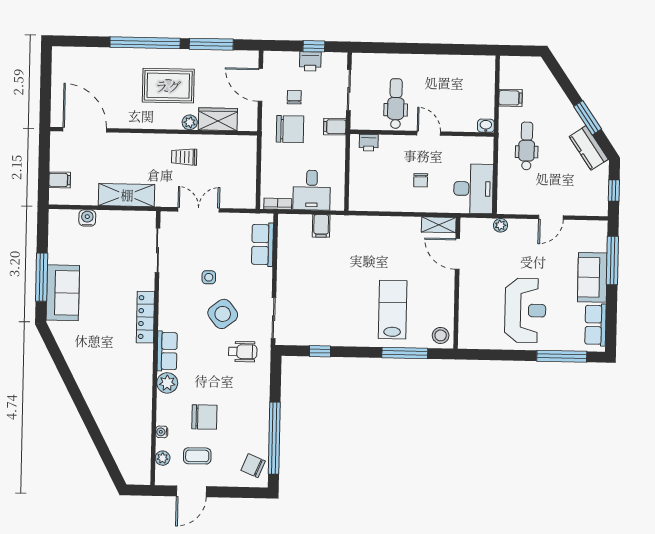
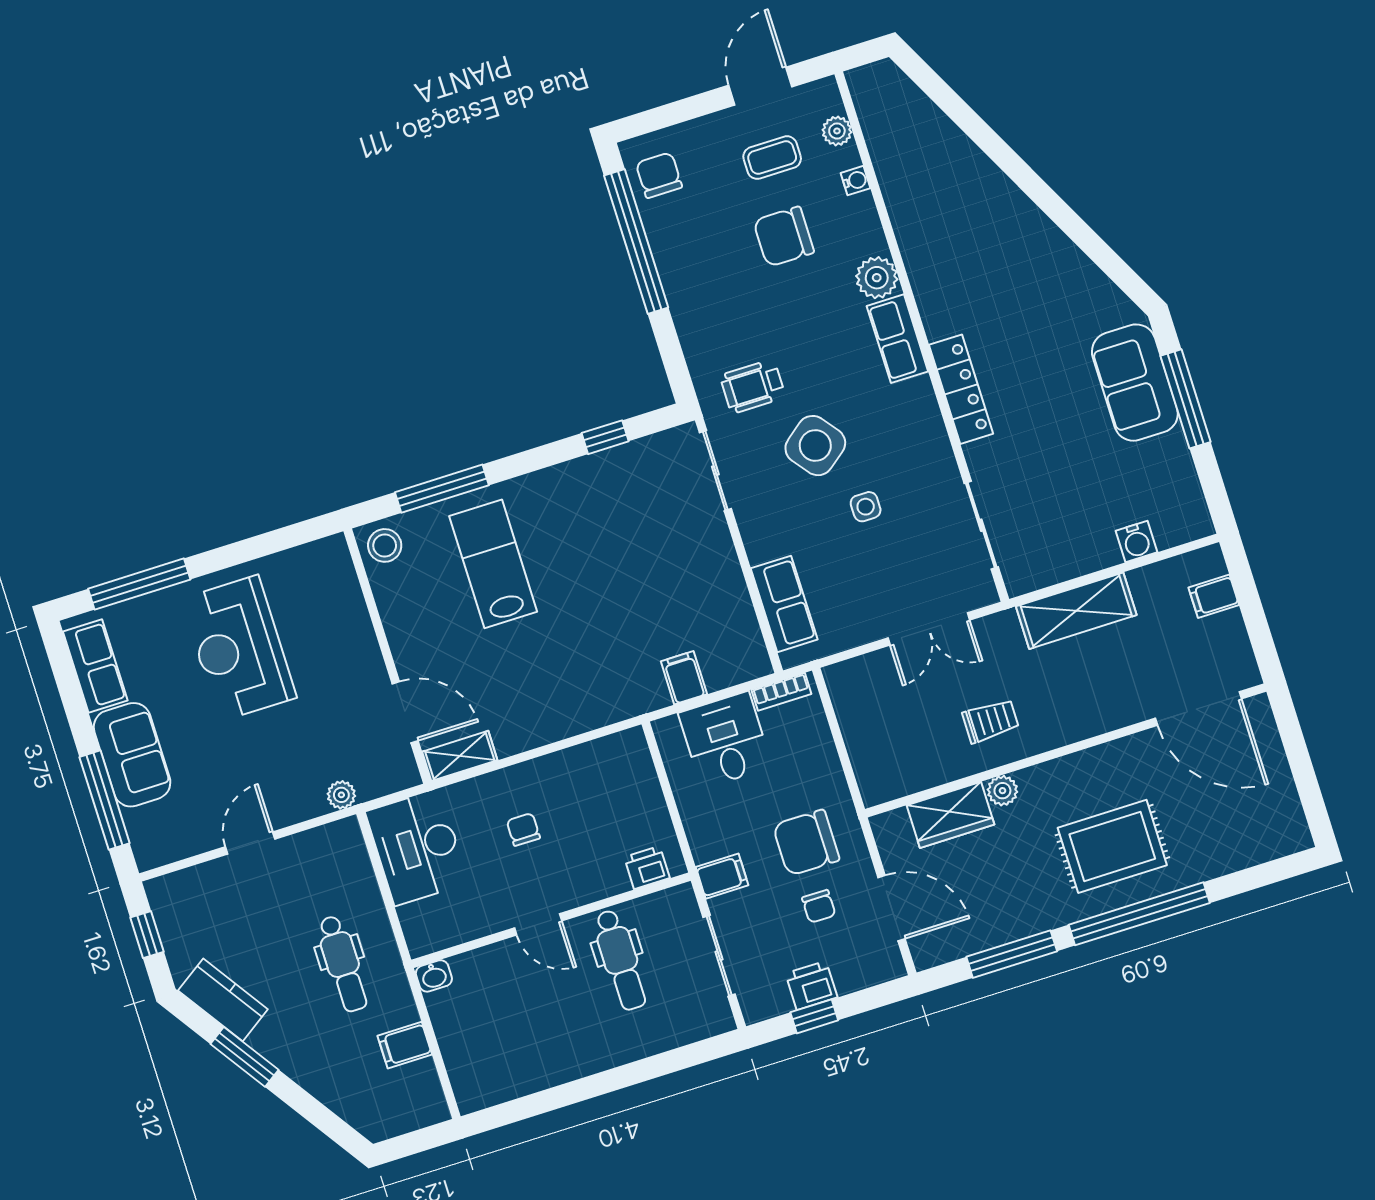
rug: (168, 86) -> (1112, 846), moved
lab bench: (393, 310) -> (493, 564), turned 180
chair: (253, 466) -> (659, 175), turned -113

